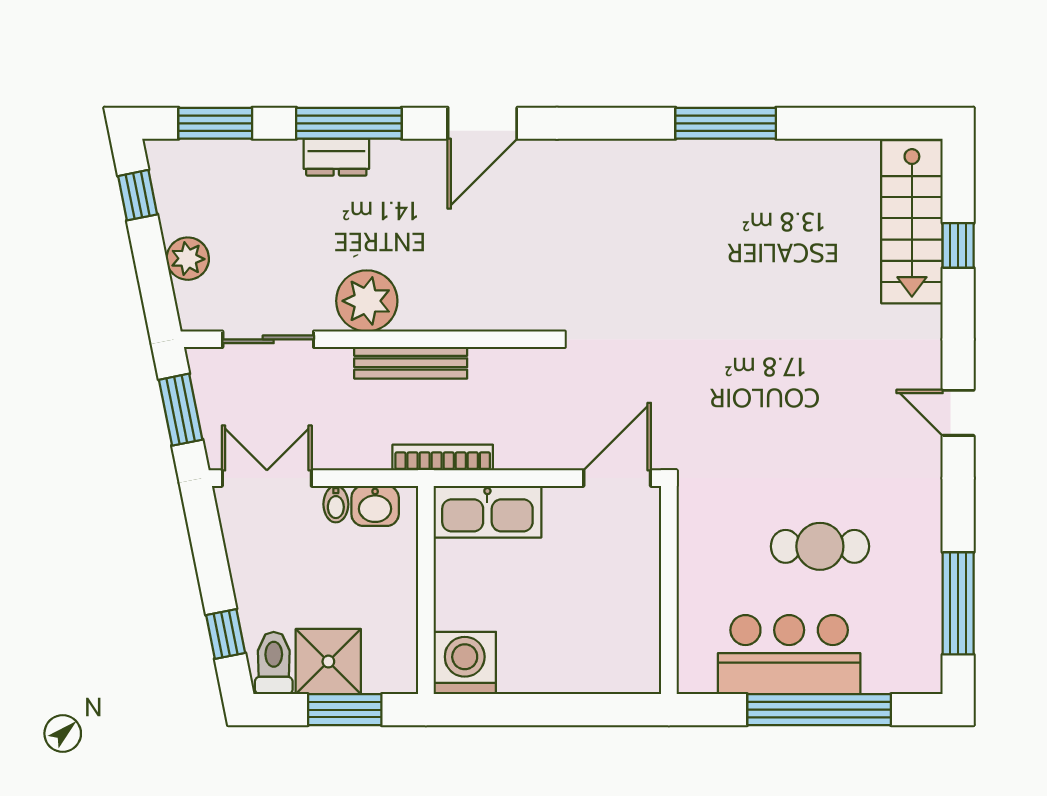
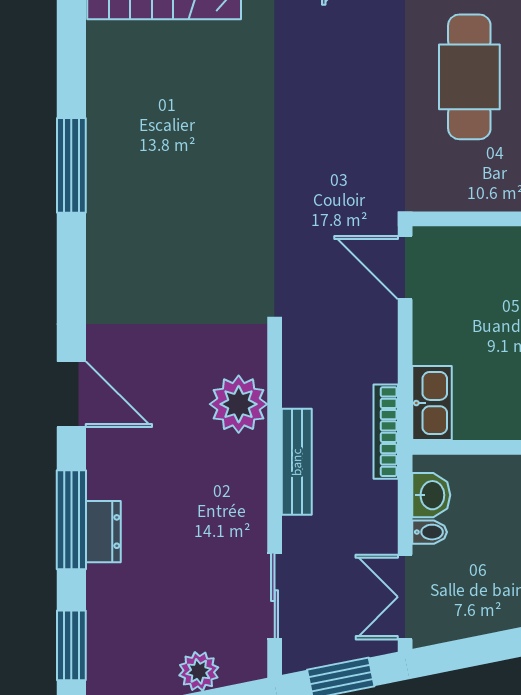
plant: (367, 301) -> (239, 404), moved
kitchen sink: (487, 512) -> (432, 403), width x0.73, depth x0.81
cafe table: (820, 546) -> (469, 77), width x1.37, depth x1.35

